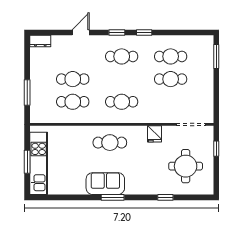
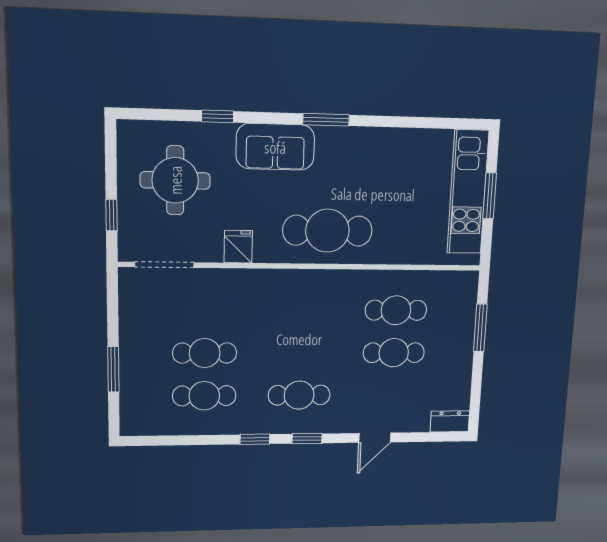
window: (216, 57) -> (113, 369), moved
cafe table: (122, 102) -> (302, 310), removed
cafe table: (110, 143) -> (327, 231), width x1.37, depth x1.35
sofa: (105, 184) -> (275, 147), moved

